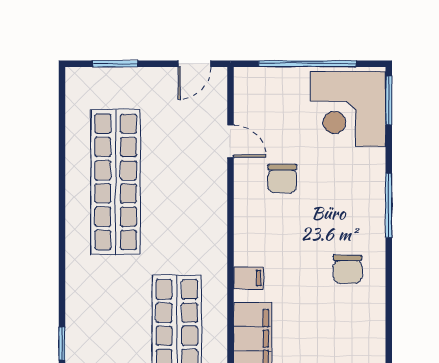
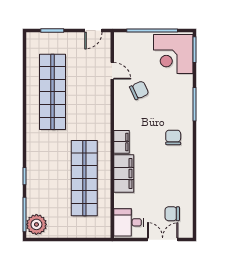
chair: (282, 179) -> (139, 90), turned -115
chair: (348, 269) -> (173, 137), turned 180
filing cabinet: (248, 278) -> (122, 142), width x2.00

